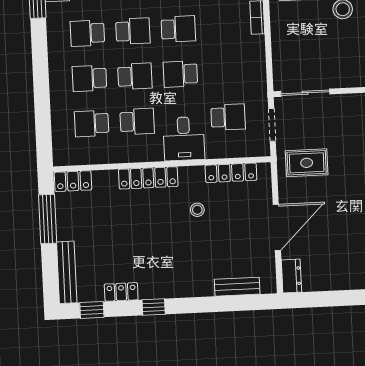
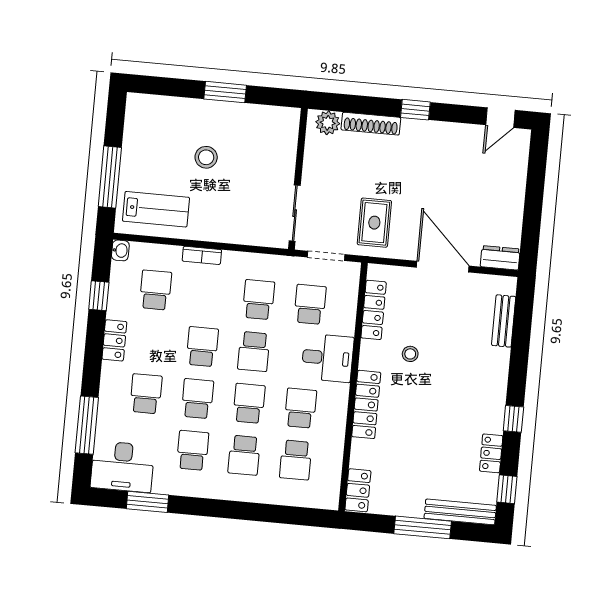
school desk: (87, 33) -> (193, 450), turned 180
school desk: (226, 72) -> (259, 300), added
window: (48, 219) -> (423, 527), moved

